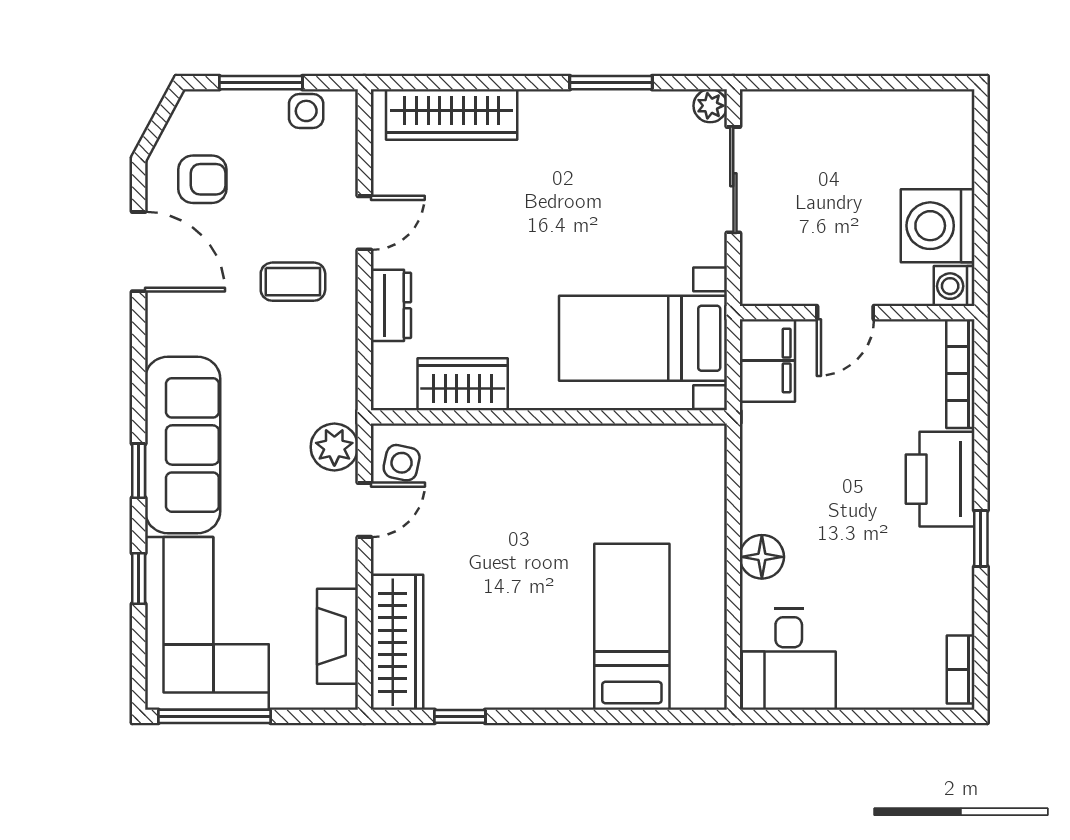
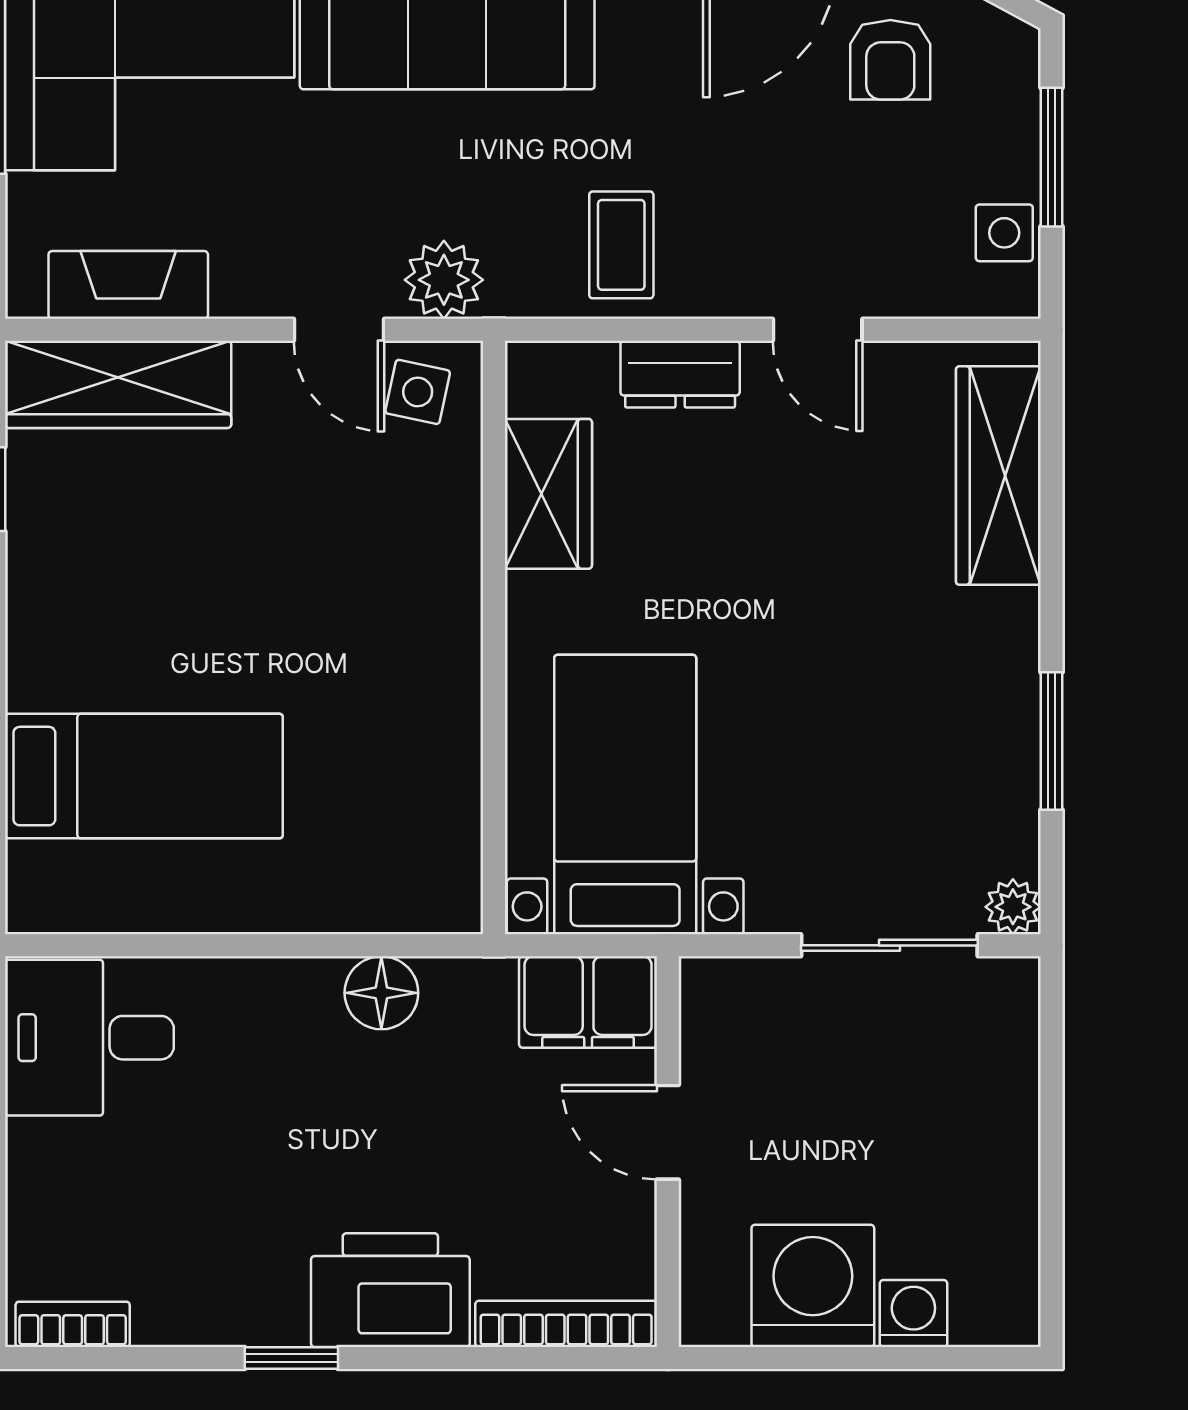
coffee table: (293, 282) -> (621, 245), moved
washing machine: (954, 286) -> (913, 1314), moved
floor lamp: (762, 557) -> (381, 993), moved

